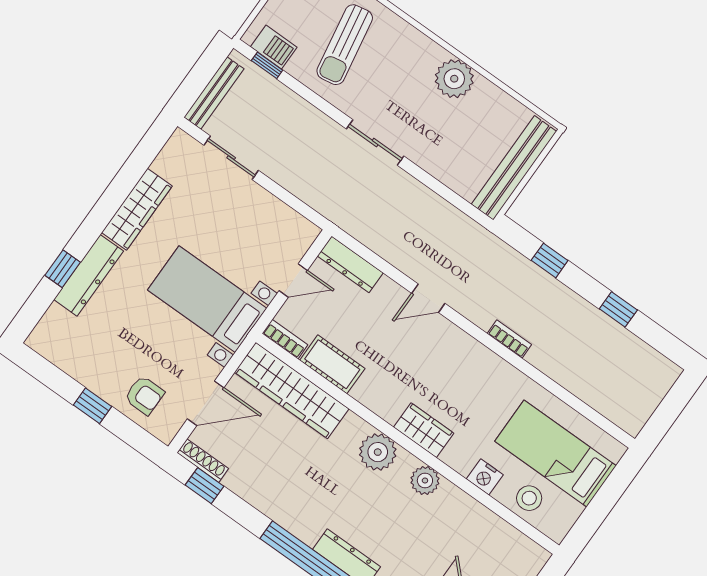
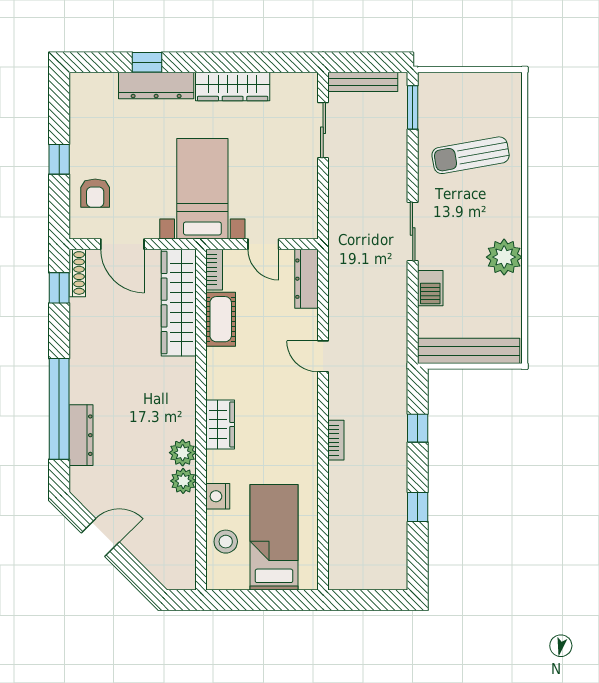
barbecue: (274, 47) -> (430, 288), moved
window: (267, 65) -> (413, 107), width x1.50
plant: (378, 452) -> (183, 481), moved, width x0.73, depth x0.73

